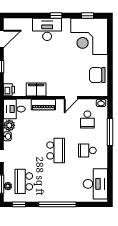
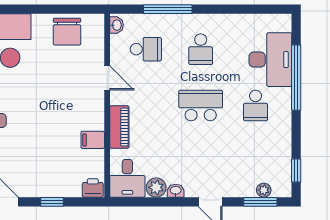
filing cabinet: (36, 90) -> (93, 140), width x0.50
school desk: (24, 181) -> (255, 106), moved, width x0.54
desk: (95, 184) -> (270, 60), moved, turned 90
window: (57, 204) -> (296, 78), moved

